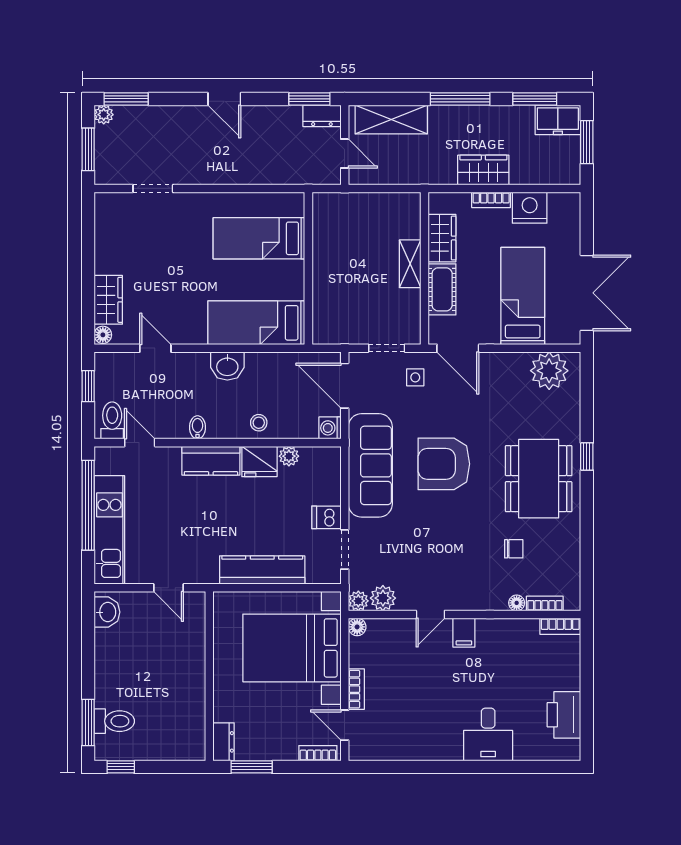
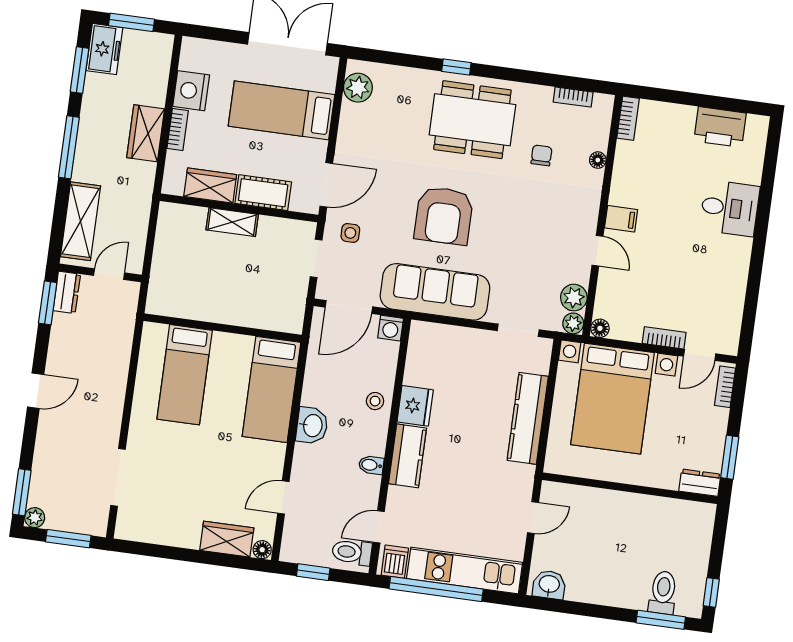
doorway: (153, 188) -> (118, 477), width x1.38
plant: (549, 371) -> (358, 88), width x0.73, depth x0.73
plant: (289, 456) -> (414, 375), removed
dishwasher: (326, 517) -> (395, 562), moved, turned 180
bookcase: (545, 603) -> (573, 97), moved, turned -90

